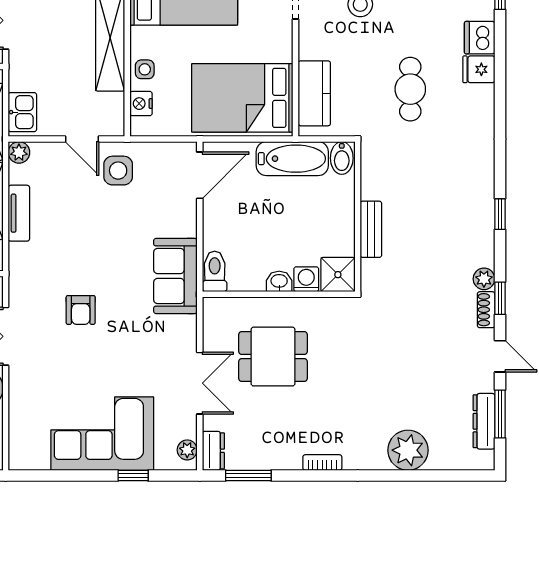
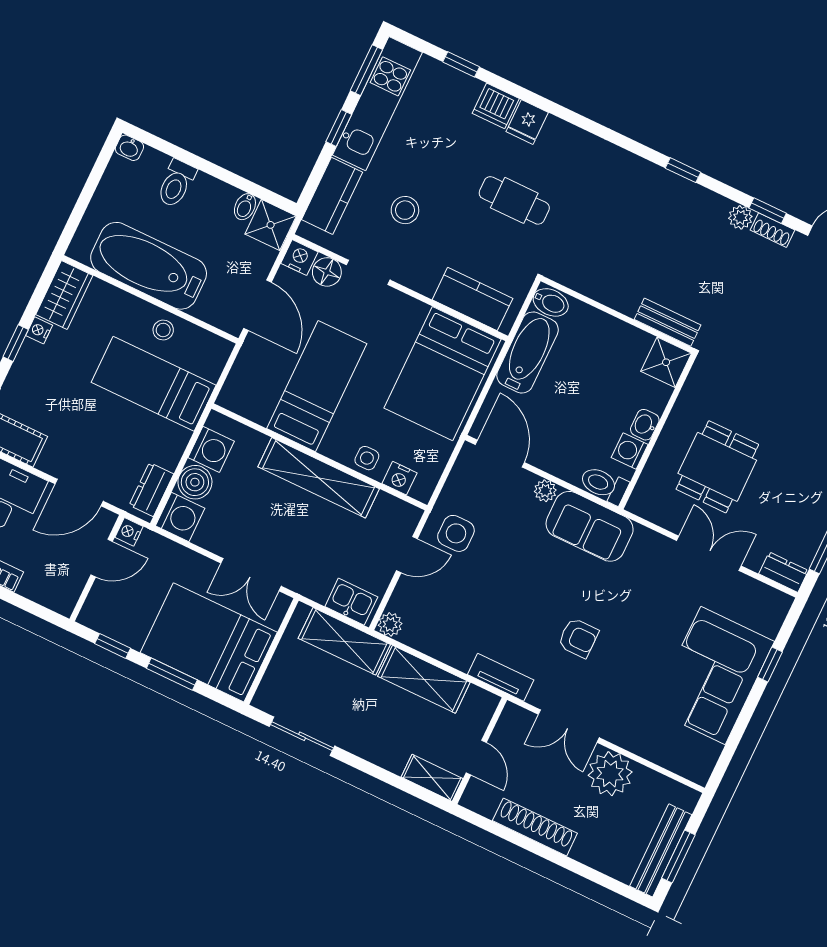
tv unit: (19, 213) -> (501, 677), moved
bench: (371, 229) -> (668, 322), moved
washing machine: (306, 279) -> (630, 451), moved
plant: (187, 450) -> (545, 491), moved

